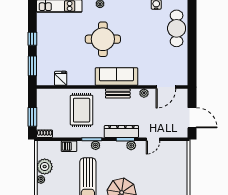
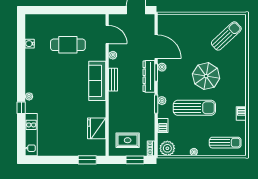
cafe table: (177, 28) -> (68, 45), moved
window: (32, 39) -> (62, 160), removed
round table: (103, 39) -> (62, 94), removed
fridge: (61, 78) -> (97, 128), width x1.88, depth x1.34
rug: (82, 110) -> (128, 140), moved, width x0.73, depth x0.70
door: (153, 139) -> (156, 47), width x1.87
plant: (45, 167) -> (167, 148), moved

